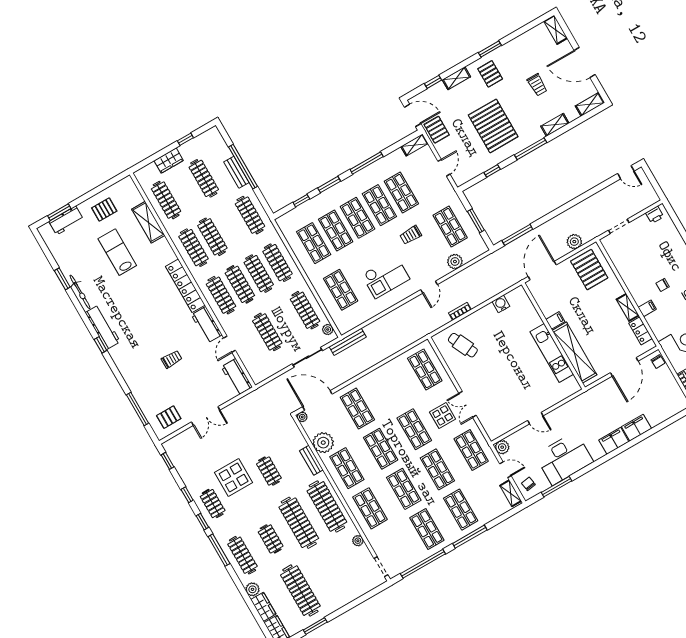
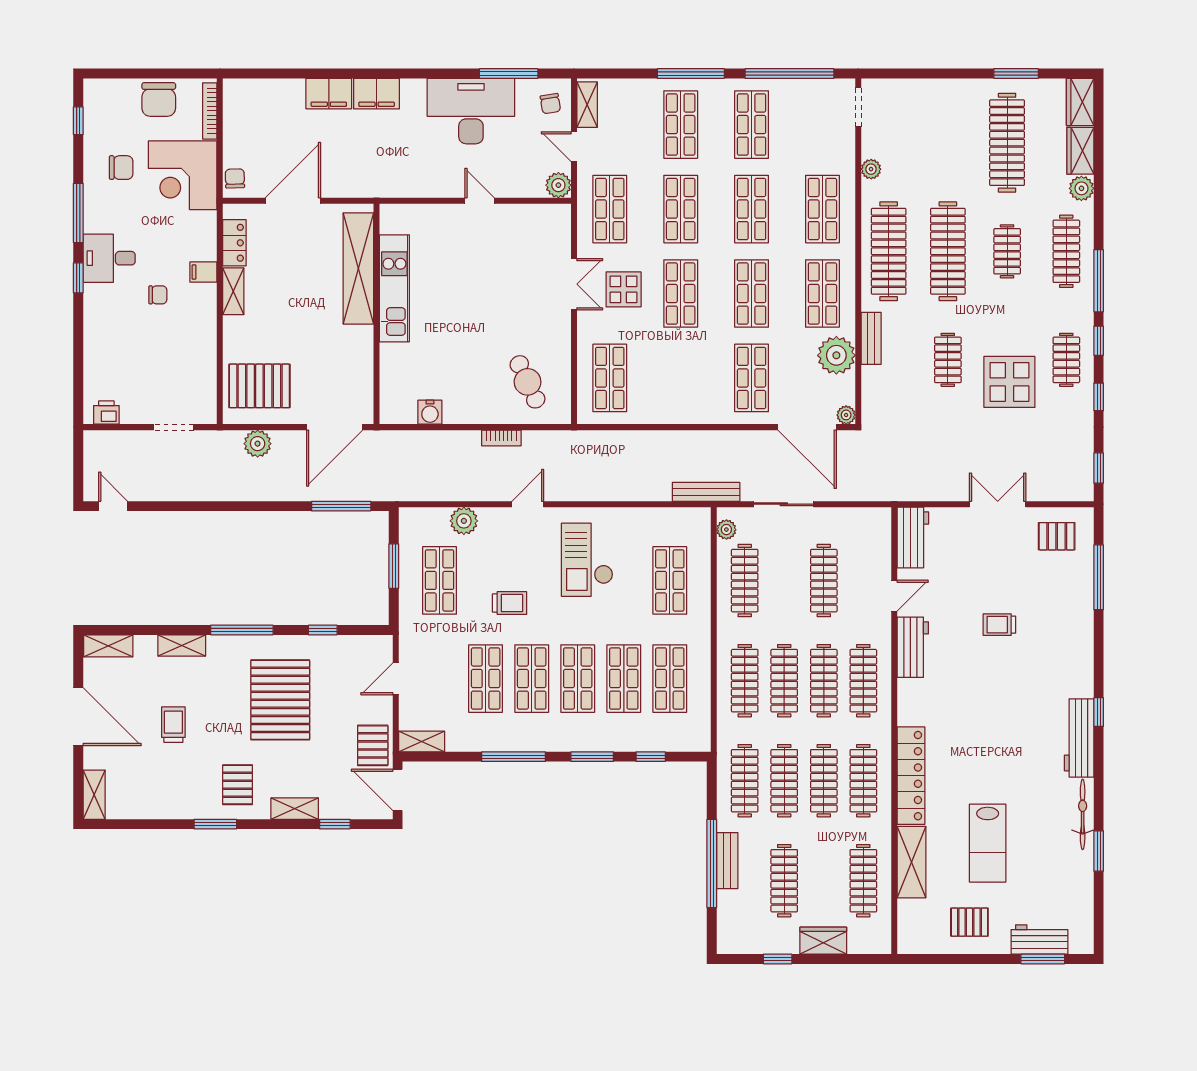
clothes rail: (231, 226) -> (784, 781), added
pallet: (589, 270) -> (259, 386), turned 90
checkout: (386, 277) -> (587, 560), turned -90
locker: (185, 286) -> (911, 776), moved
filing cabinet: (555, 320) -> (359, 337), removed

